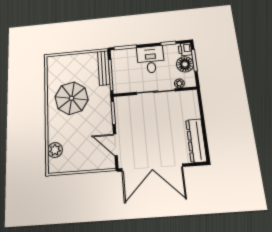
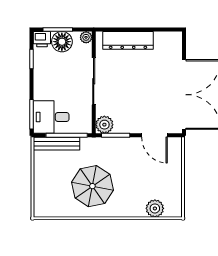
desk: (151, 59) -> (51, 117), moved
plant: (179, 83) -> (86, 37), moved
plant: (121, 103) -> (104, 125), added
dresser: (196, 141) -> (128, 40), moved
door: (115, 145) -> (154, 135), hinge flipped

